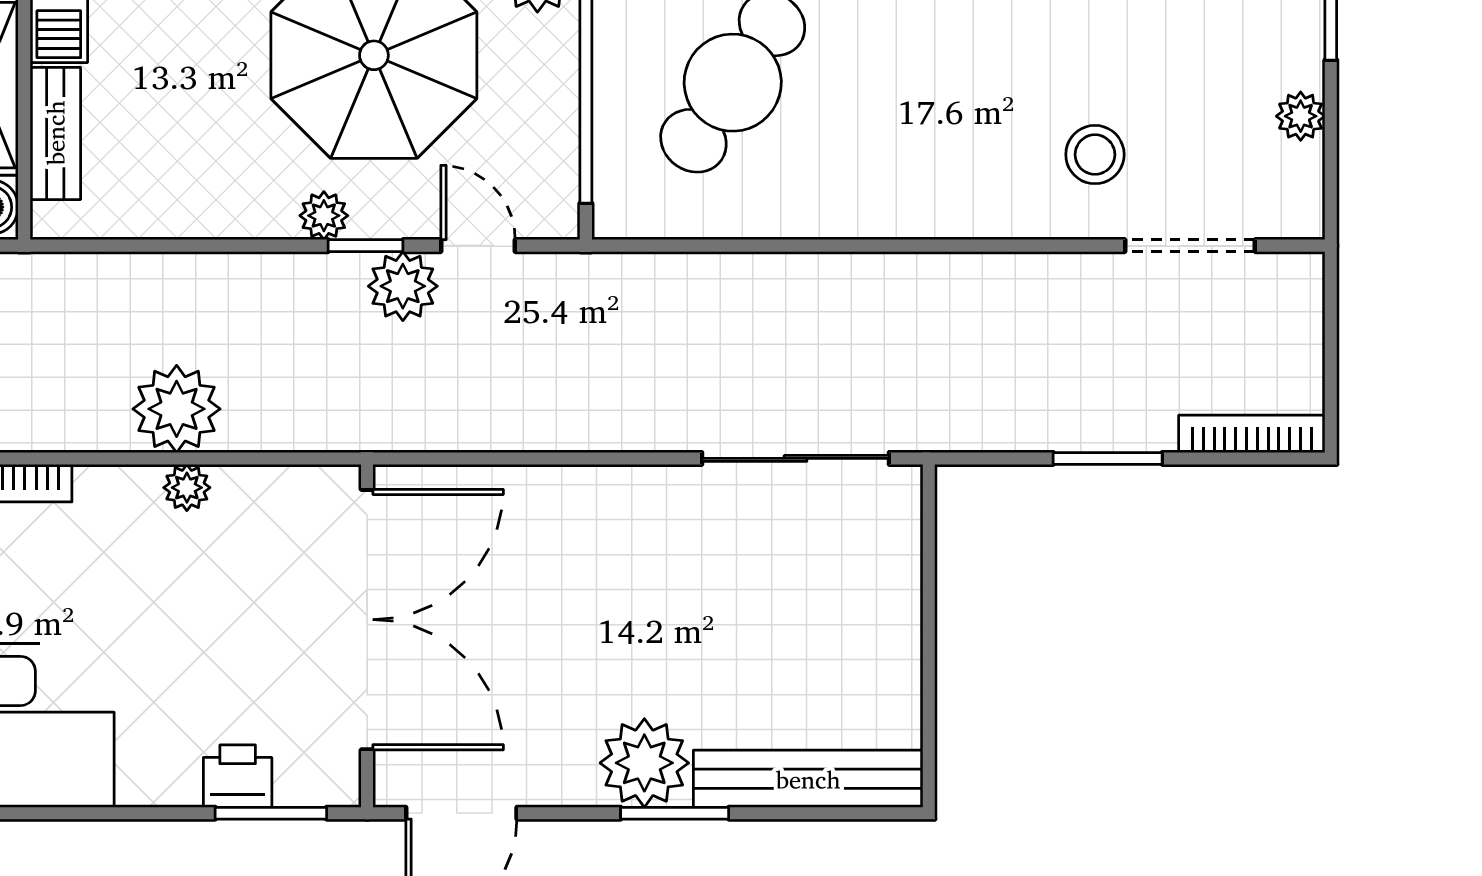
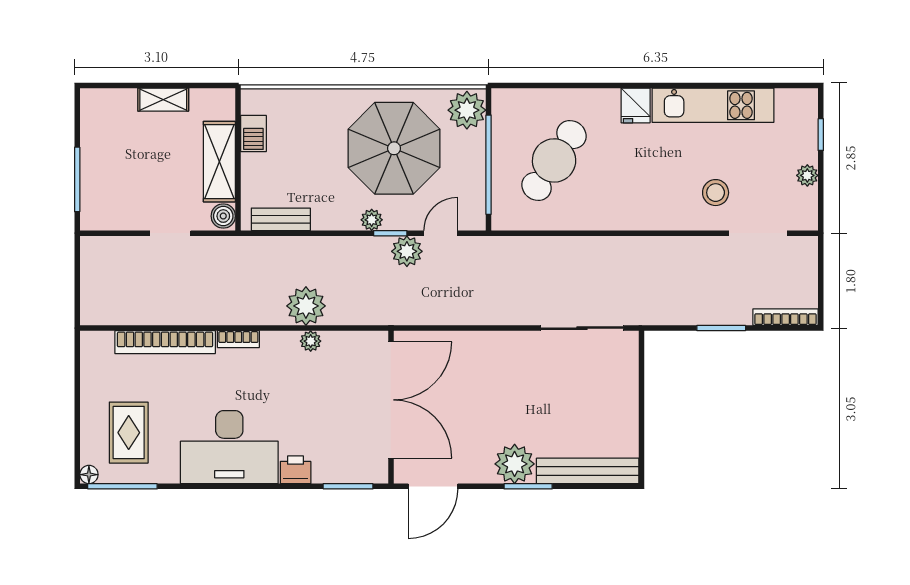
bench: (55, 133) -> (281, 219), moved, turned 90
door: (478, 246) -> (440, 233), hinge flipped
printer: (238, 776) -> (296, 470), moved

